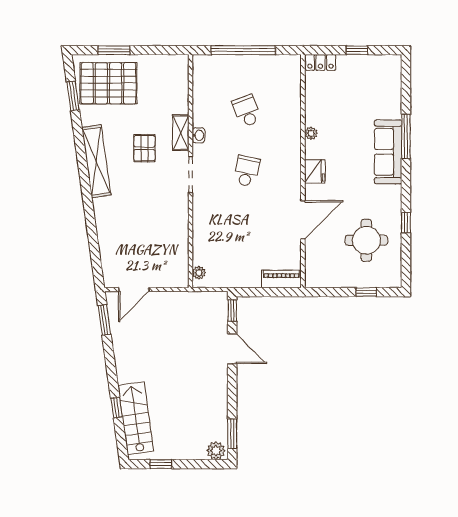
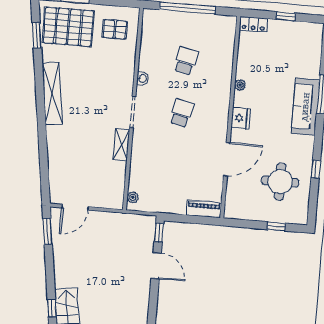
school desk: (247, 111) -> (186, 61), turned 33
shelving: (181, 133) -> (121, 145), moved
pallet: (144, 148) -> (115, 29), moved, turned 90

